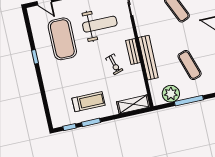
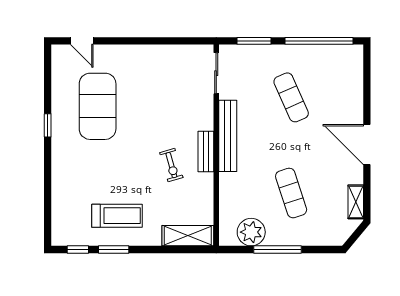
weight bench: (100, 24) -> (162, 96), removed
bench: (148, 58) -> (228, 136), moved

